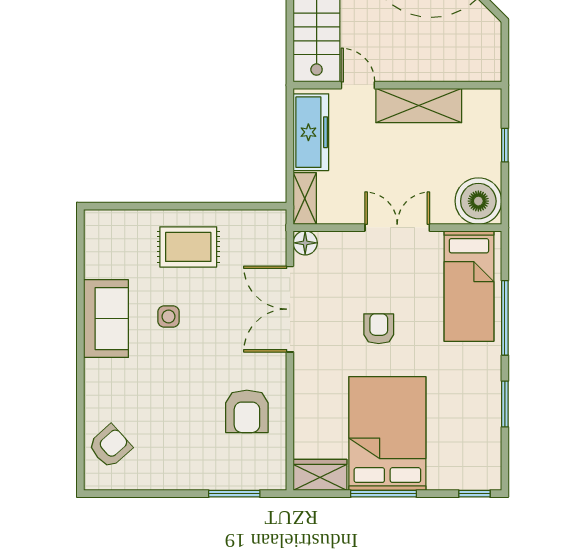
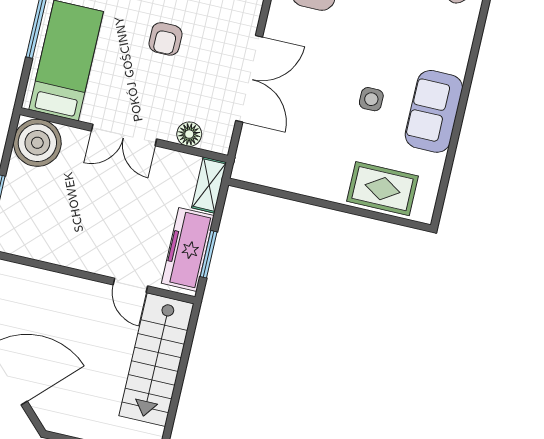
shelving: (419, 106) -> (75, 251), removed
window: (290, 132) -> (209, 254), added
floor lamp: (305, 243) -> (189, 134), moved
rug: (188, 247) -> (383, 189), moved

